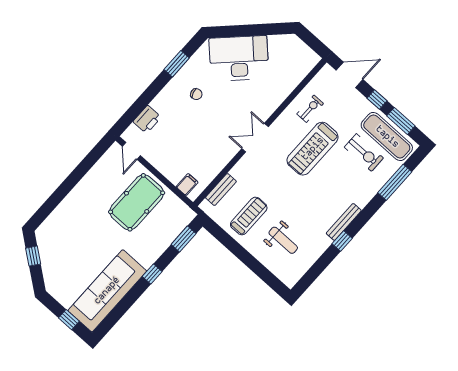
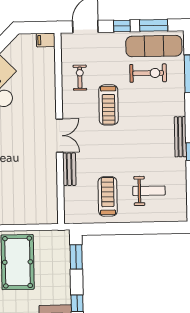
double door: (255, 138) -> (60, 136), swing flipped
treadmill: (313, 149) -> (108, 105), width x0.73, depth x0.73
filing cabinet: (187, 185) -> (46, 40), moved, turned -90
bench: (221, 190) -> (69, 169), moved

